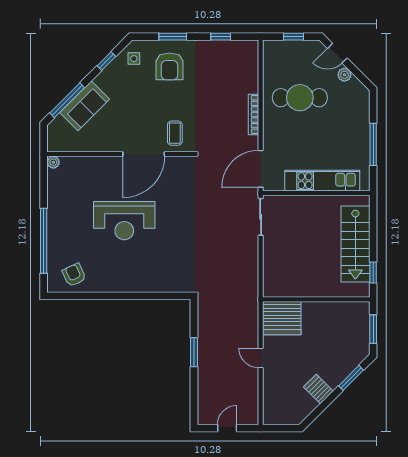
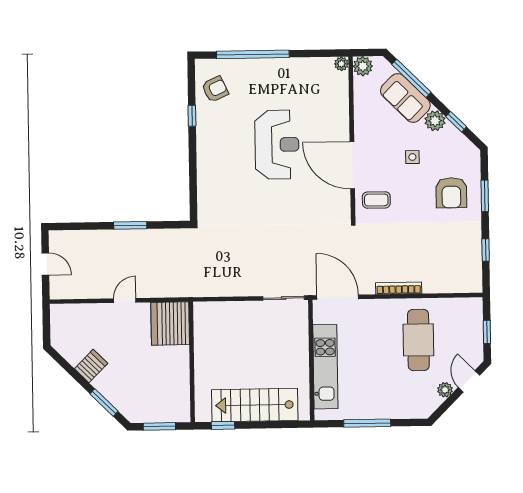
side table: (134, 59) -> (412, 157), moved
armchair: (169, 66) -> (451, 193), turned -90
plant: (105, 80) -> (435, 121), added
plant: (56, 143) -> (363, 66), added
reception desk: (124, 221) -> (277, 145), turned 180
window: (97, 296) -> (192, 116), added

